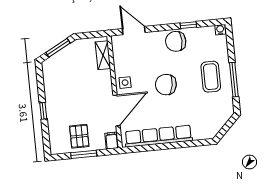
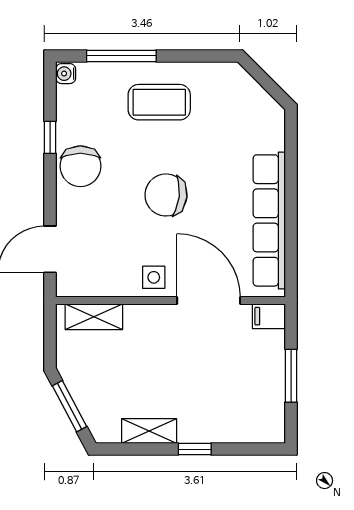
window: (234, 80) -> (121, 56), moved
chair: (166, 85) -> (166, 195), turned 86
shelving: (50, 88) -> (149, 431), added
pallet: (79, 136) -> (253, 381), removed

